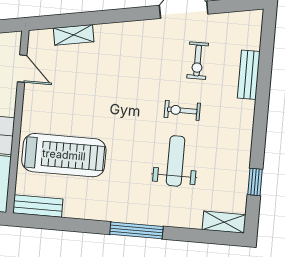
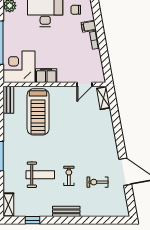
shelving: (74, 35) -> (103, 98), moved
bench: (249, 75) -> (66, 211), moved

